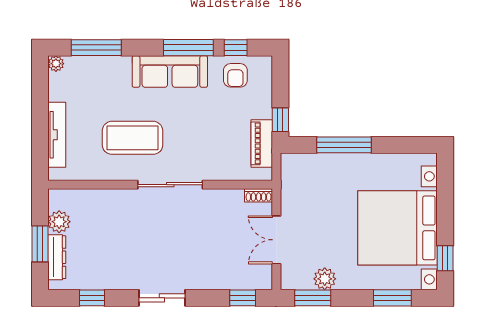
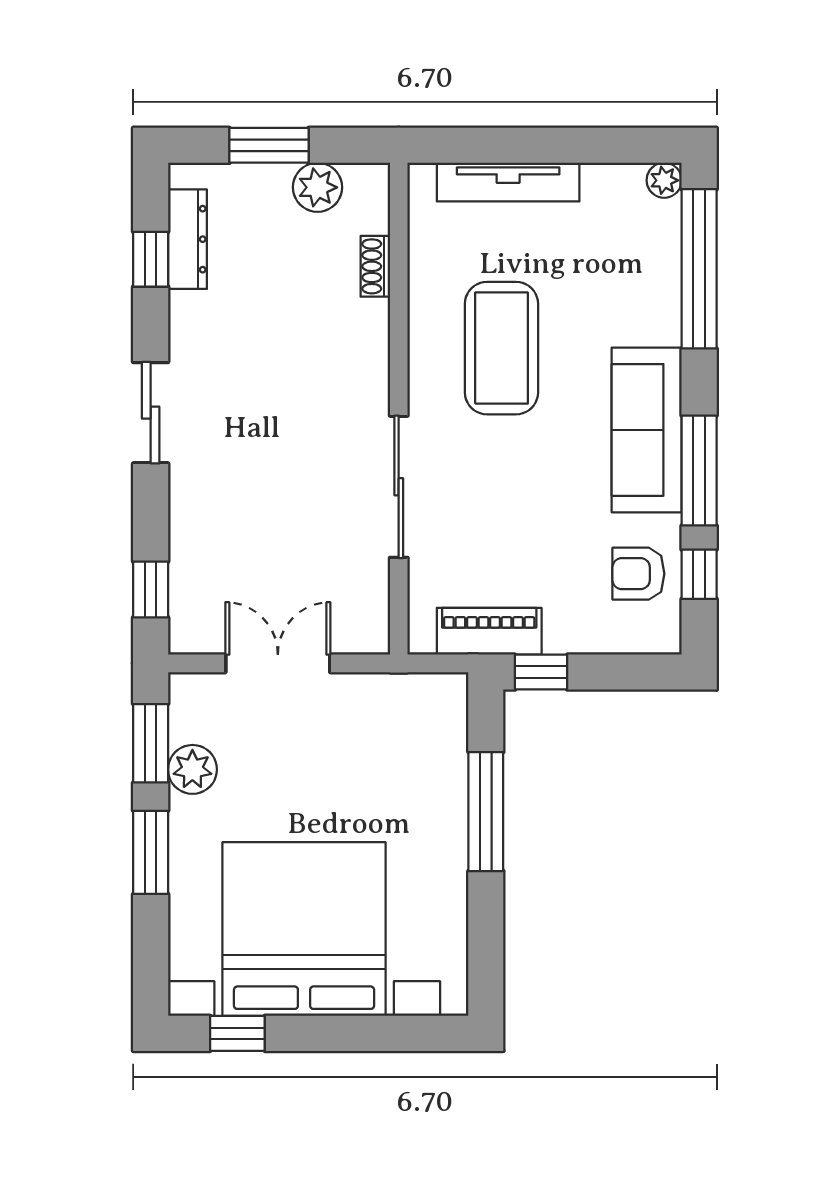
window: (96, 48) -> (699, 269), width x1.46
sliding door: (170, 185) -> (399, 487), moved
shoe rack: (259, 195) -> (375, 266), moved
dresser: (57, 257) -> (187, 239), moved, turned -90
window: (392, 298) -> (151, 852), moved

